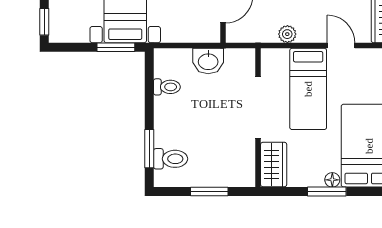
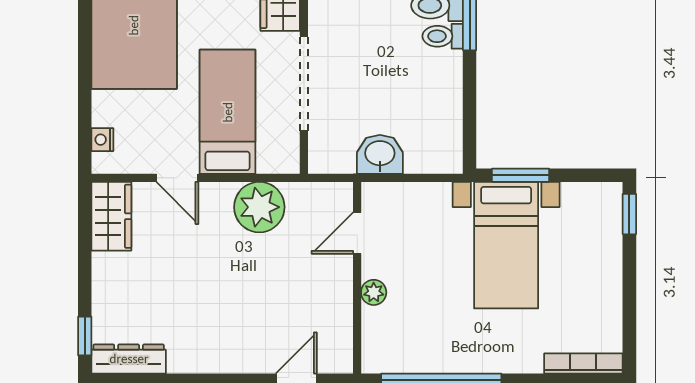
plant: (287, 34) -> (259, 207), width x1.88, depth x1.88
toilet: (167, 87) -> (443, 36), moved

